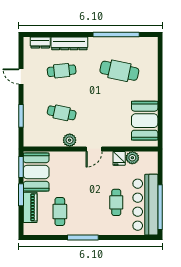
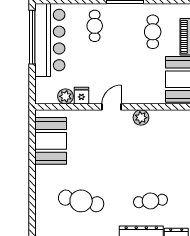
cafe table: (62, 113) -> (150, 150), removed
cafe table: (116, 202) -> (95, 26), moved

